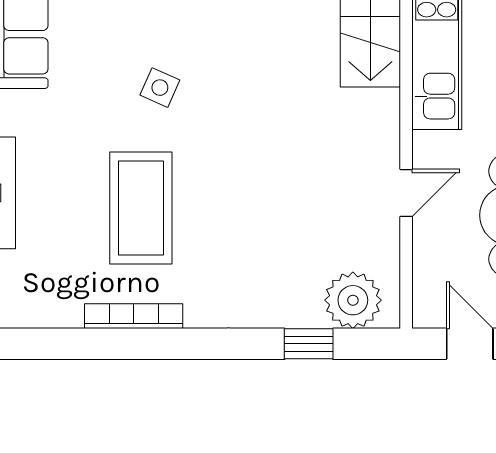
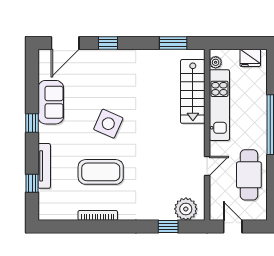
side table: (160, 88) -> (108, 124), width x1.87, depth x1.87
coffee table: (141, 208) -> (101, 172), turned 90

